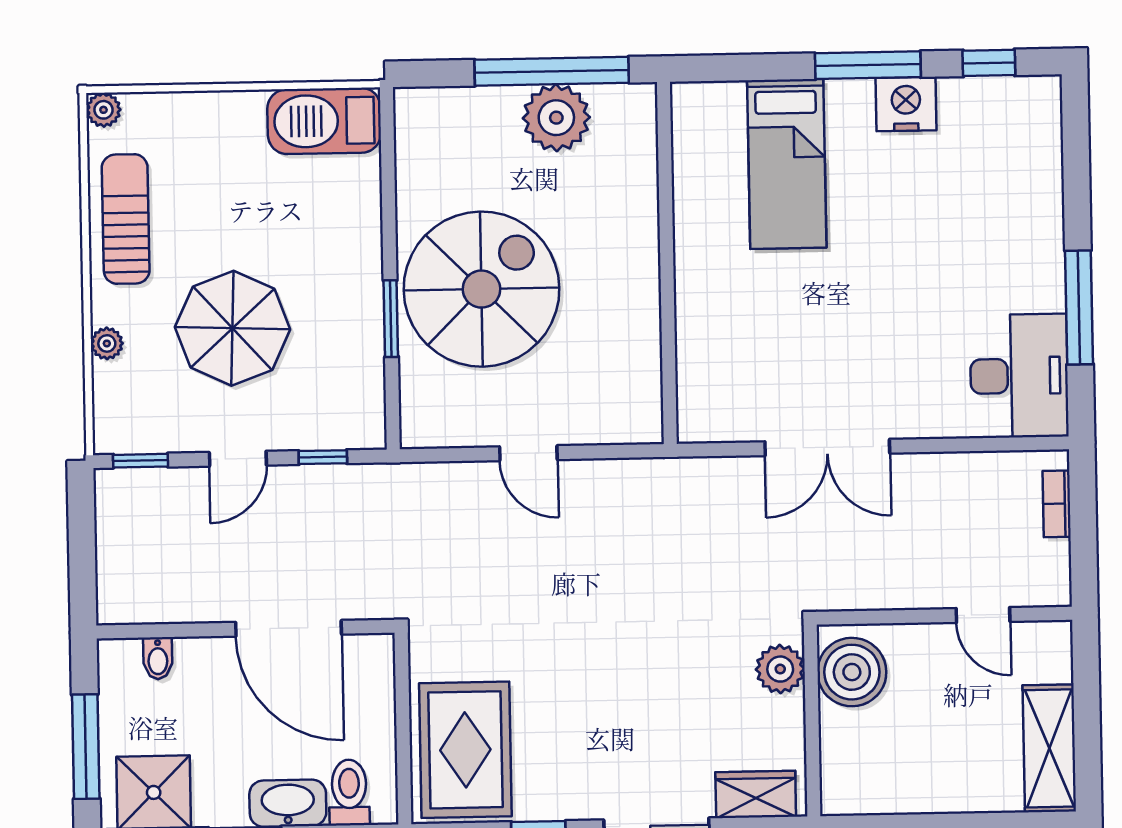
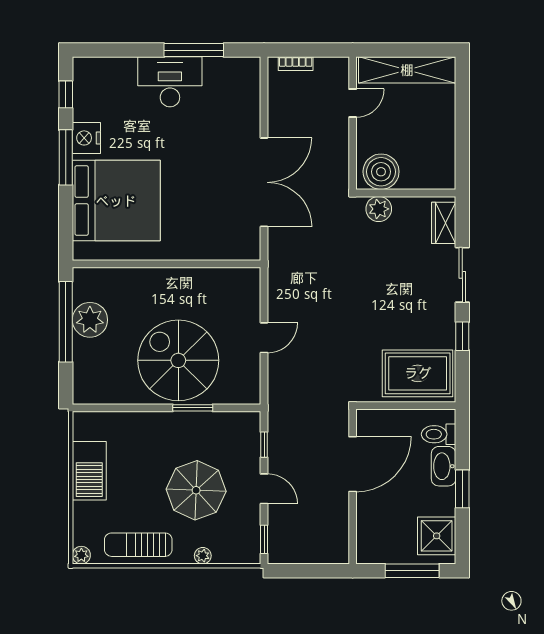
barbecue: (324, 121) -> (89, 471), moved
bed: (787, 164) -> (116, 201), width x2.04
desk: (1019, 376) -> (170, 82), moved
double door: (827, 447) -> (264, 182), width x1.36
bidet: (158, 658) -> (367, 532), removed
shelving: (1049, 748) -> (407, 70), width x1.47

